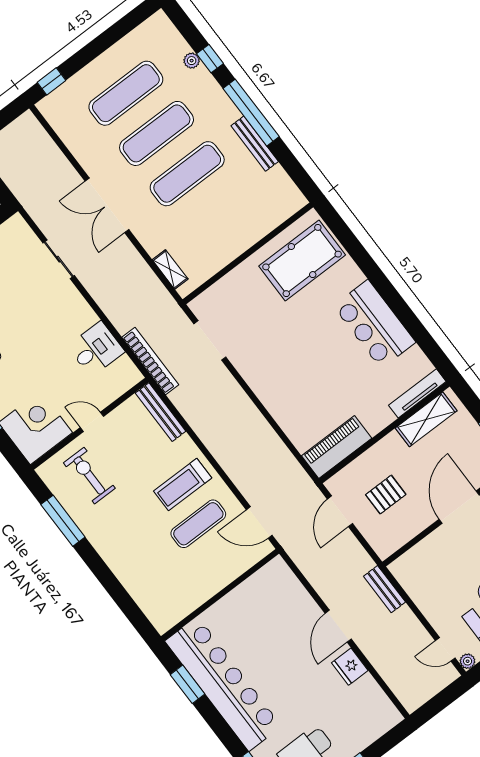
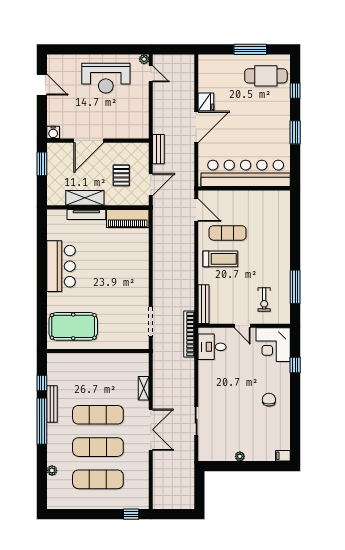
window: (210, 59) -> (42, 383), moved
shelving: (170, 269) -> (144, 388), moved
desk: (96, 349) -> (212, 347), moved
tv unit: (417, 393) -> (86, 214), moved
shelving: (426, 419) -> (85, 198), moved
exercise bike: (89, 476) -> (264, 300), width x0.73, depth x0.72
pallet: (386, 495) -> (121, 175), turned 90
bench: (384, 589) -> (158, 149), moved
door: (338, 626) -> (196, 127), width x1.36
window: (188, 684) -> (295, 132), moved
bar counter: (223, 684) -> (246, 173), moved, turned 90

